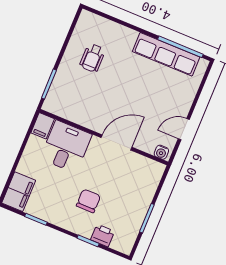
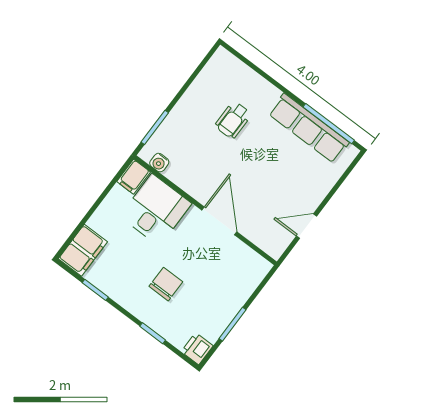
wheelchair: (93, 58) -> (233, 120), moved
door: (116, 142) -> (219, 221), hinge flipped
water cooler: (161, 152) -> (159, 163), moved
printer: (103, 235) -> (197, 349), moved, turned -90

